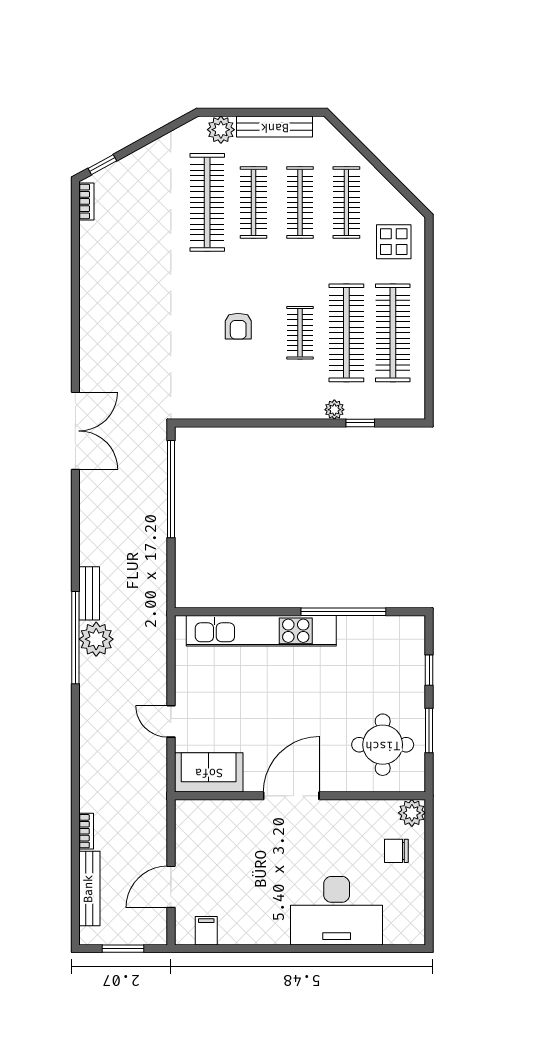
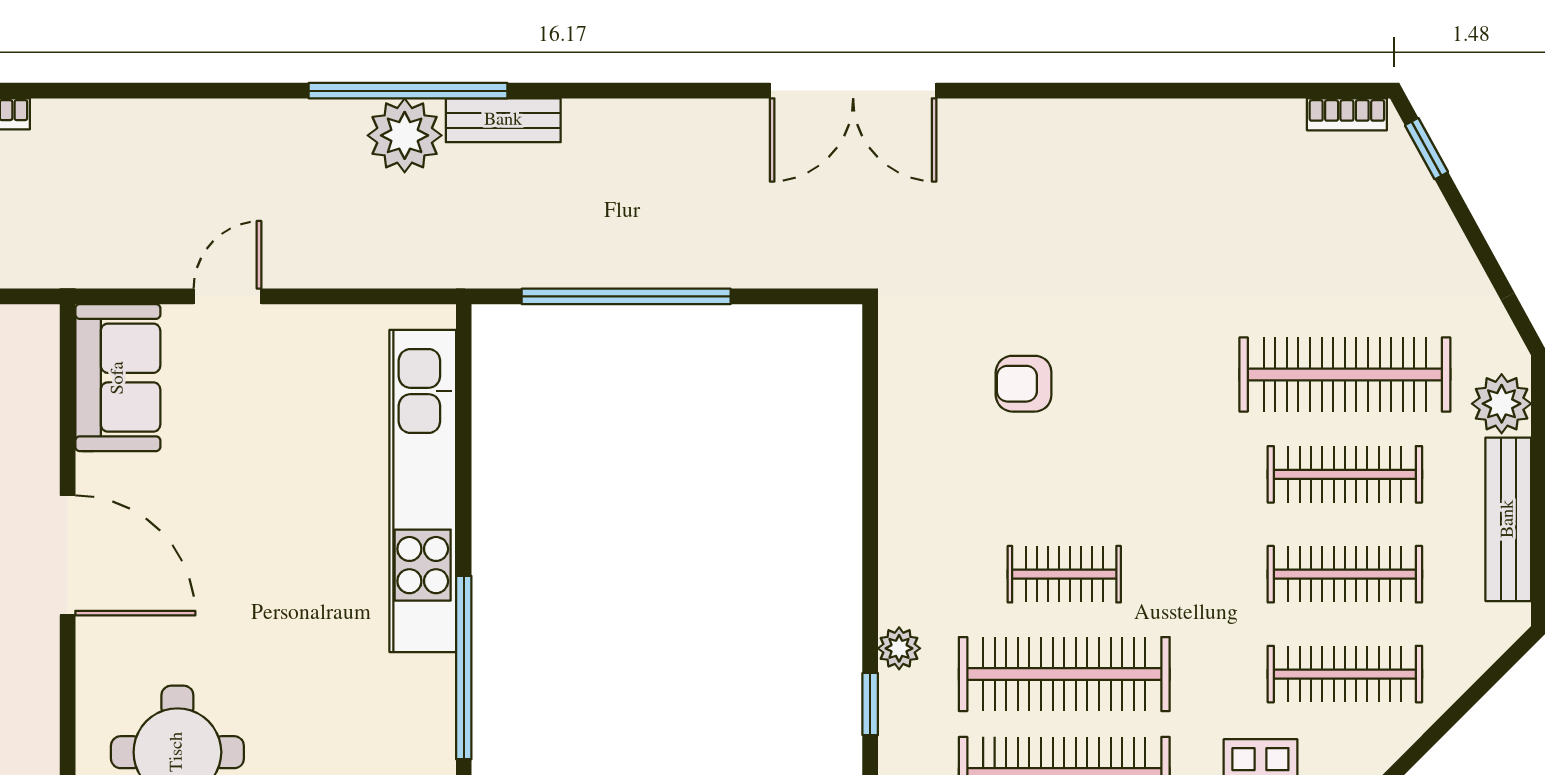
armchair: (238, 326) -> (1024, 384), moved
window: (171, 489) -> (626, 296), moved

